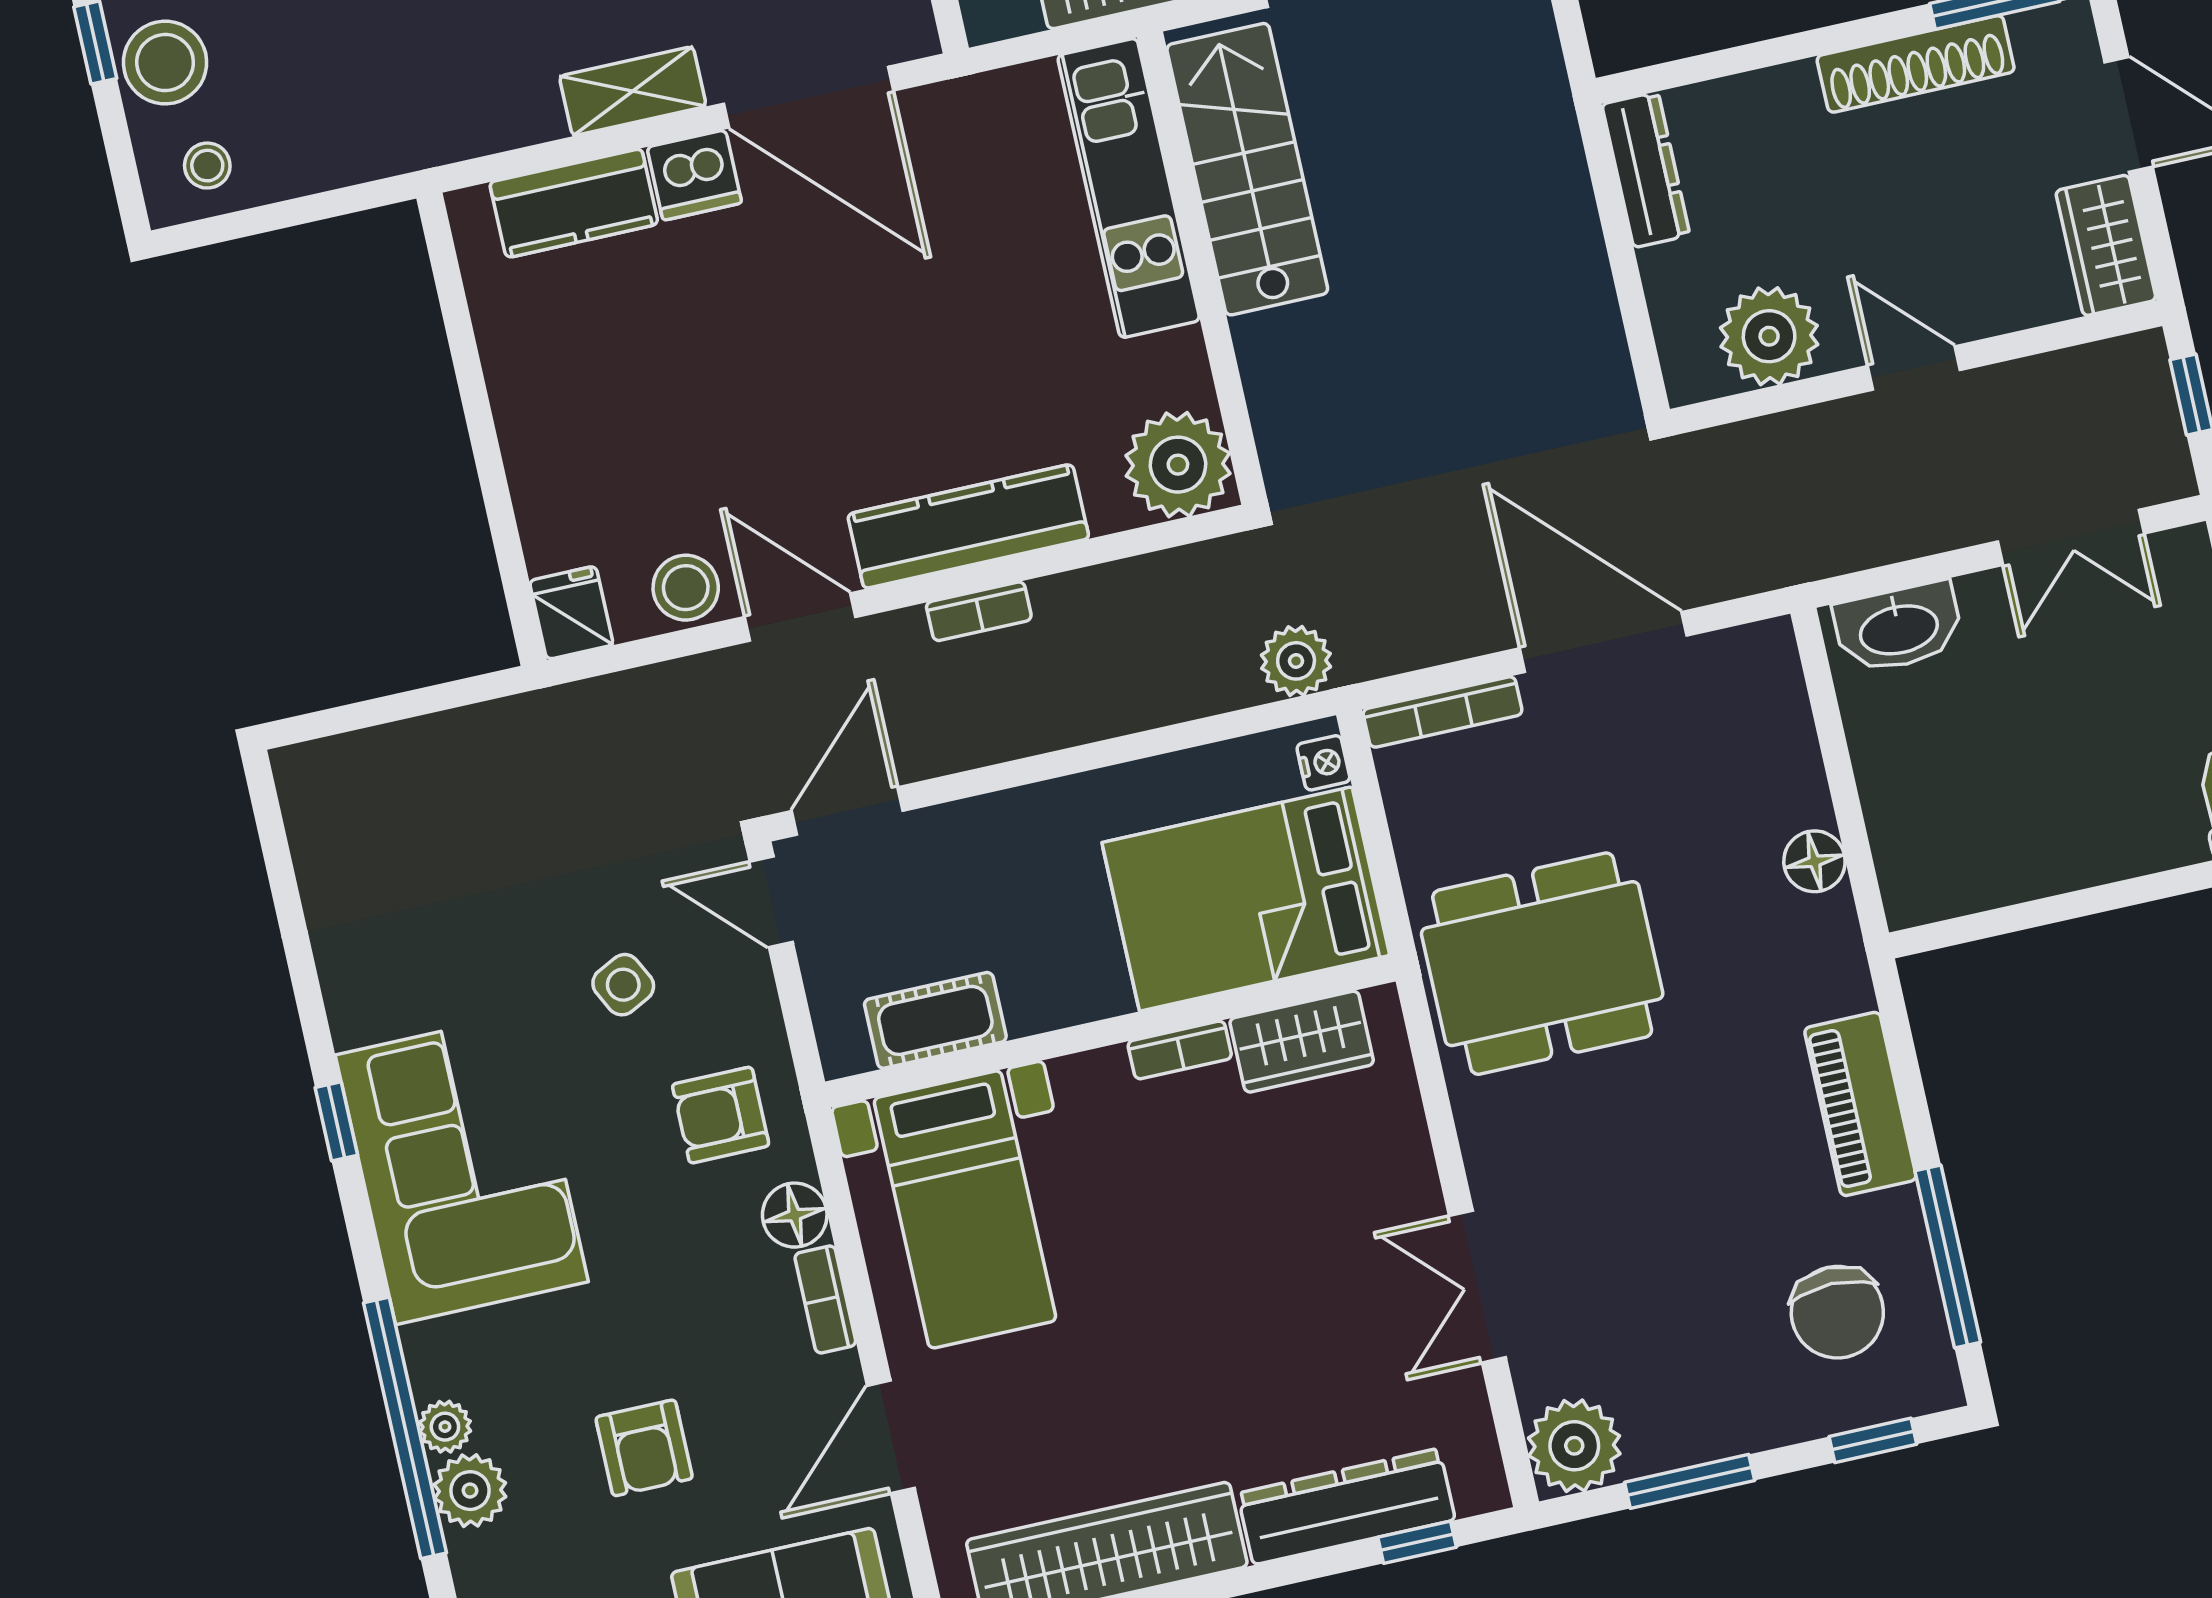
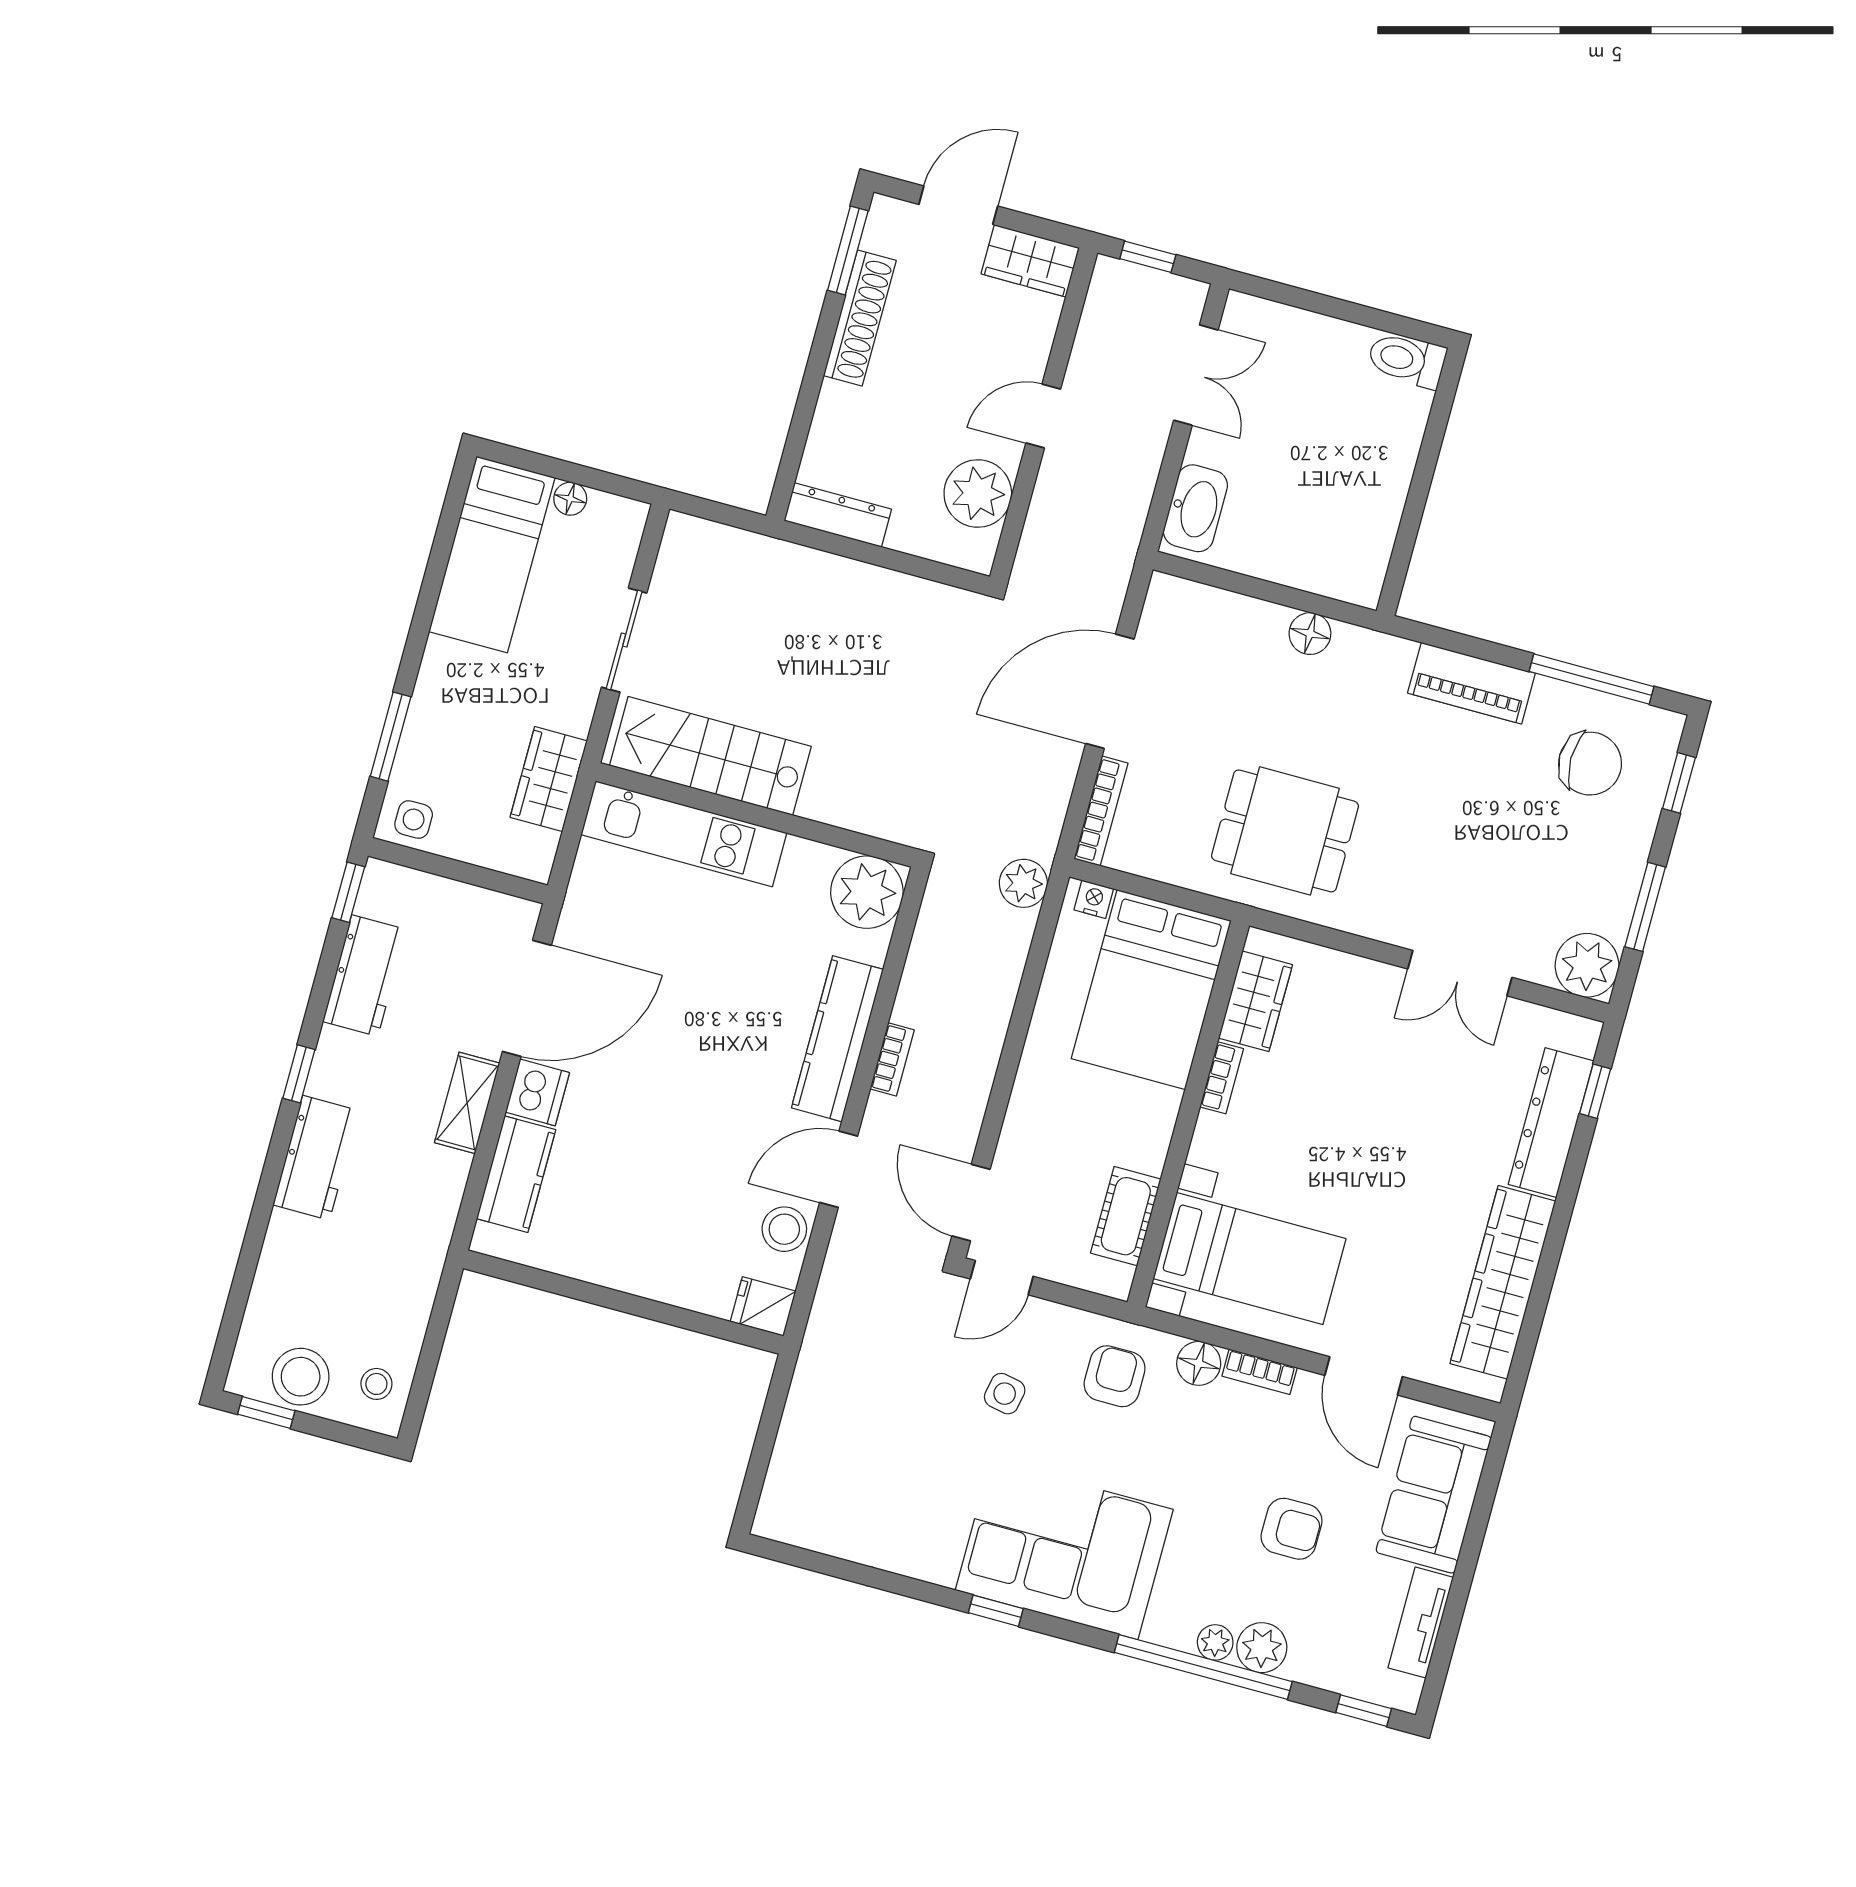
dining table: (1542, 964) -> (1285, 831), width x0.73
side table: (623, 985) -> (1005, 1394), turned 38
armchair: (721, 1115) -> (1115, 1376), turned 180

